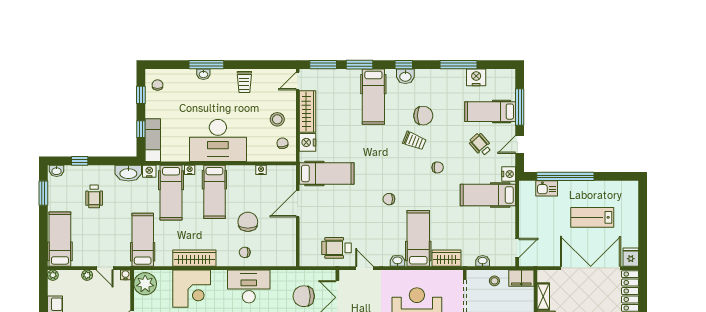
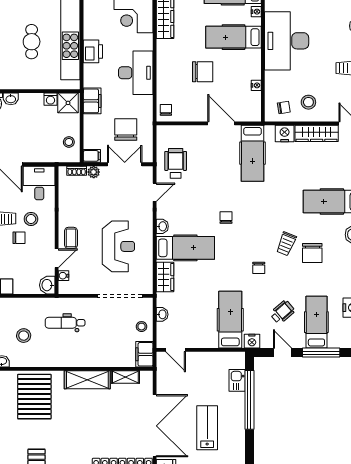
chair: (245, 252) -> (166, 110), moved

